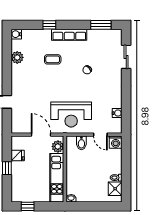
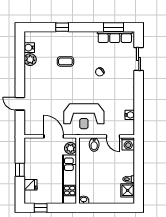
water cooler: (16, 34) -> (29, 48), moved
row of seats: (69, 35) -> (115, 37), moved
fridge: (18, 155) -> (31, 185), moved

